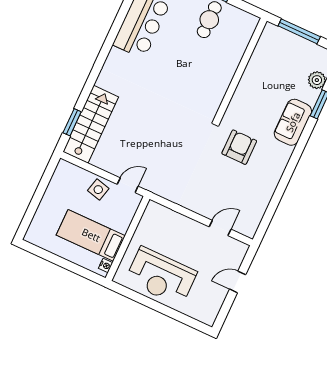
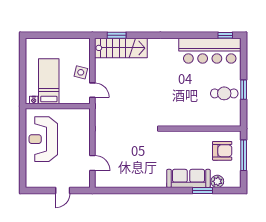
sofa: (293, 122) -> (188, 178), width x1.36
armchair: (239, 147) -> (222, 151), moved
door: (238, 282) -> (63, 190), swing flipped

